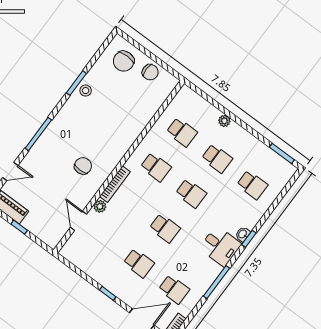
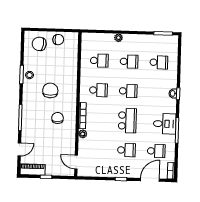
chair: (124, 61) -> (39, 44), turned 98
chair: (98, 127) -> (50, 90), added
door: (78, 221) -> (76, 162), moved
school desk: (165, 228) -> (127, 121), width x1.85
desk: (220, 246) -> (165, 124), moved

